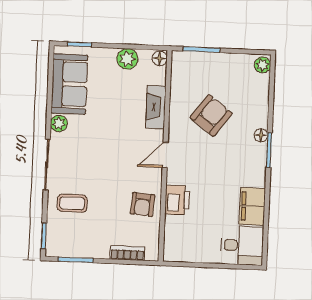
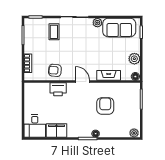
armchair: (211, 115) -> (105, 106), turned -127

